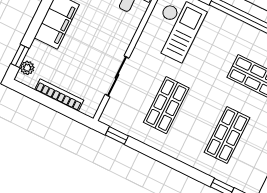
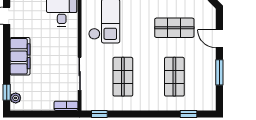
bookcase: (59, 95) -> (66, 106), moved, width x0.64

